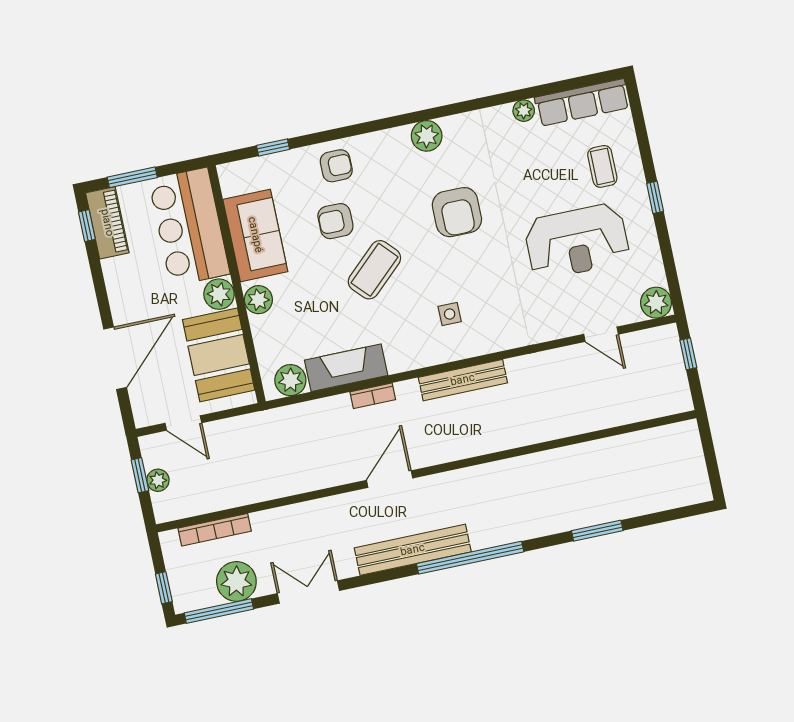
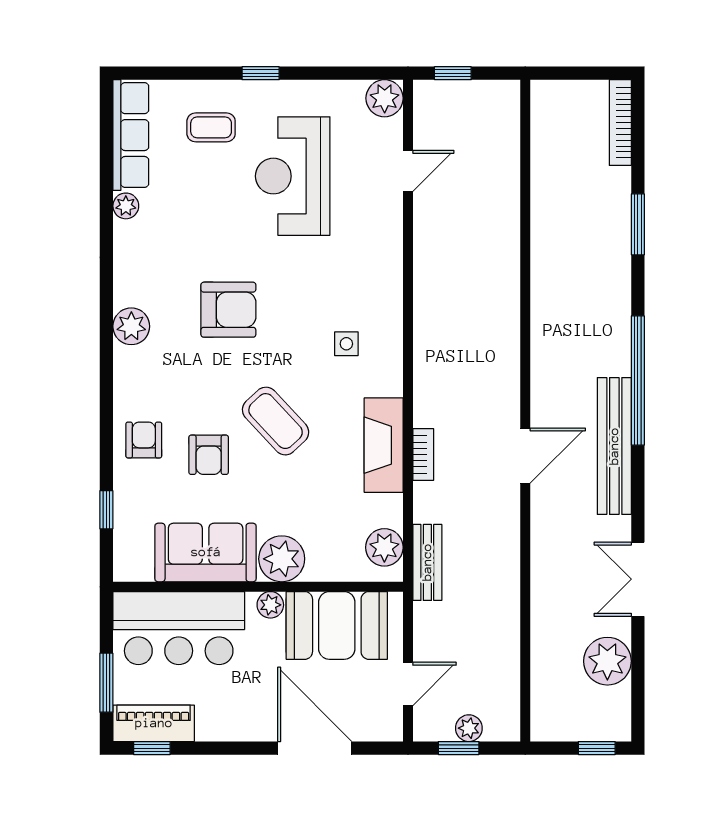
reception desk: (577, 241) -> (293, 176), turned 180
plant: (219, 294) -> (270, 605), width x0.73, depth x0.73
plant: (258, 300) -> (282, 559), width x1.36, depth x1.36
fireplace: (346, 368) -> (384, 445), moved
bench: (463, 380) -> (427, 562), moved, width x0.73
door: (390, 479) -> (525, 456), swing flipped
bookcase: (215, 530) -> (620, 123), moved, turned 180
window: (219, 611) -> (638, 689), removed

